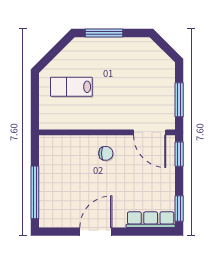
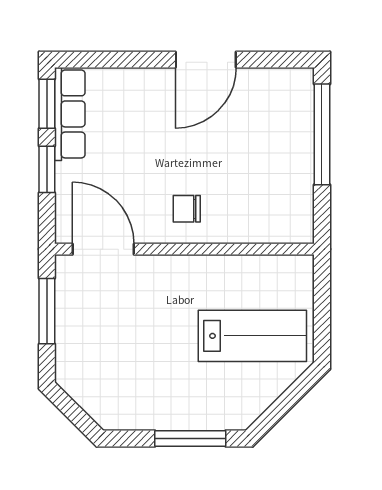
lab bench: (71, 87) -> (252, 336), width x1.36, depth x1.39
window: (179, 154) -> (47, 169), moved
row of seats: (151, 220) -> (70, 114), moved, turned -90

